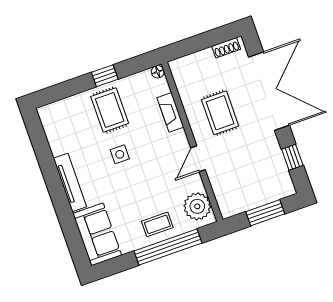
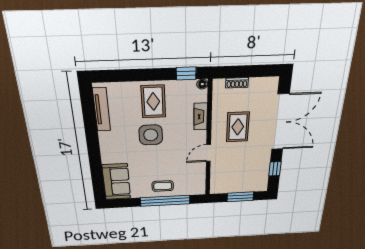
shoe rack: (226, 48) -> (237, 83), moved
window: (105, 76) -> (186, 73), moved
side table: (120, 154) -> (151, 135), width x1.87, depth x1.87
tv unit: (70, 183) -> (102, 109), moved
plant: (197, 206) -> (196, 182), removed

